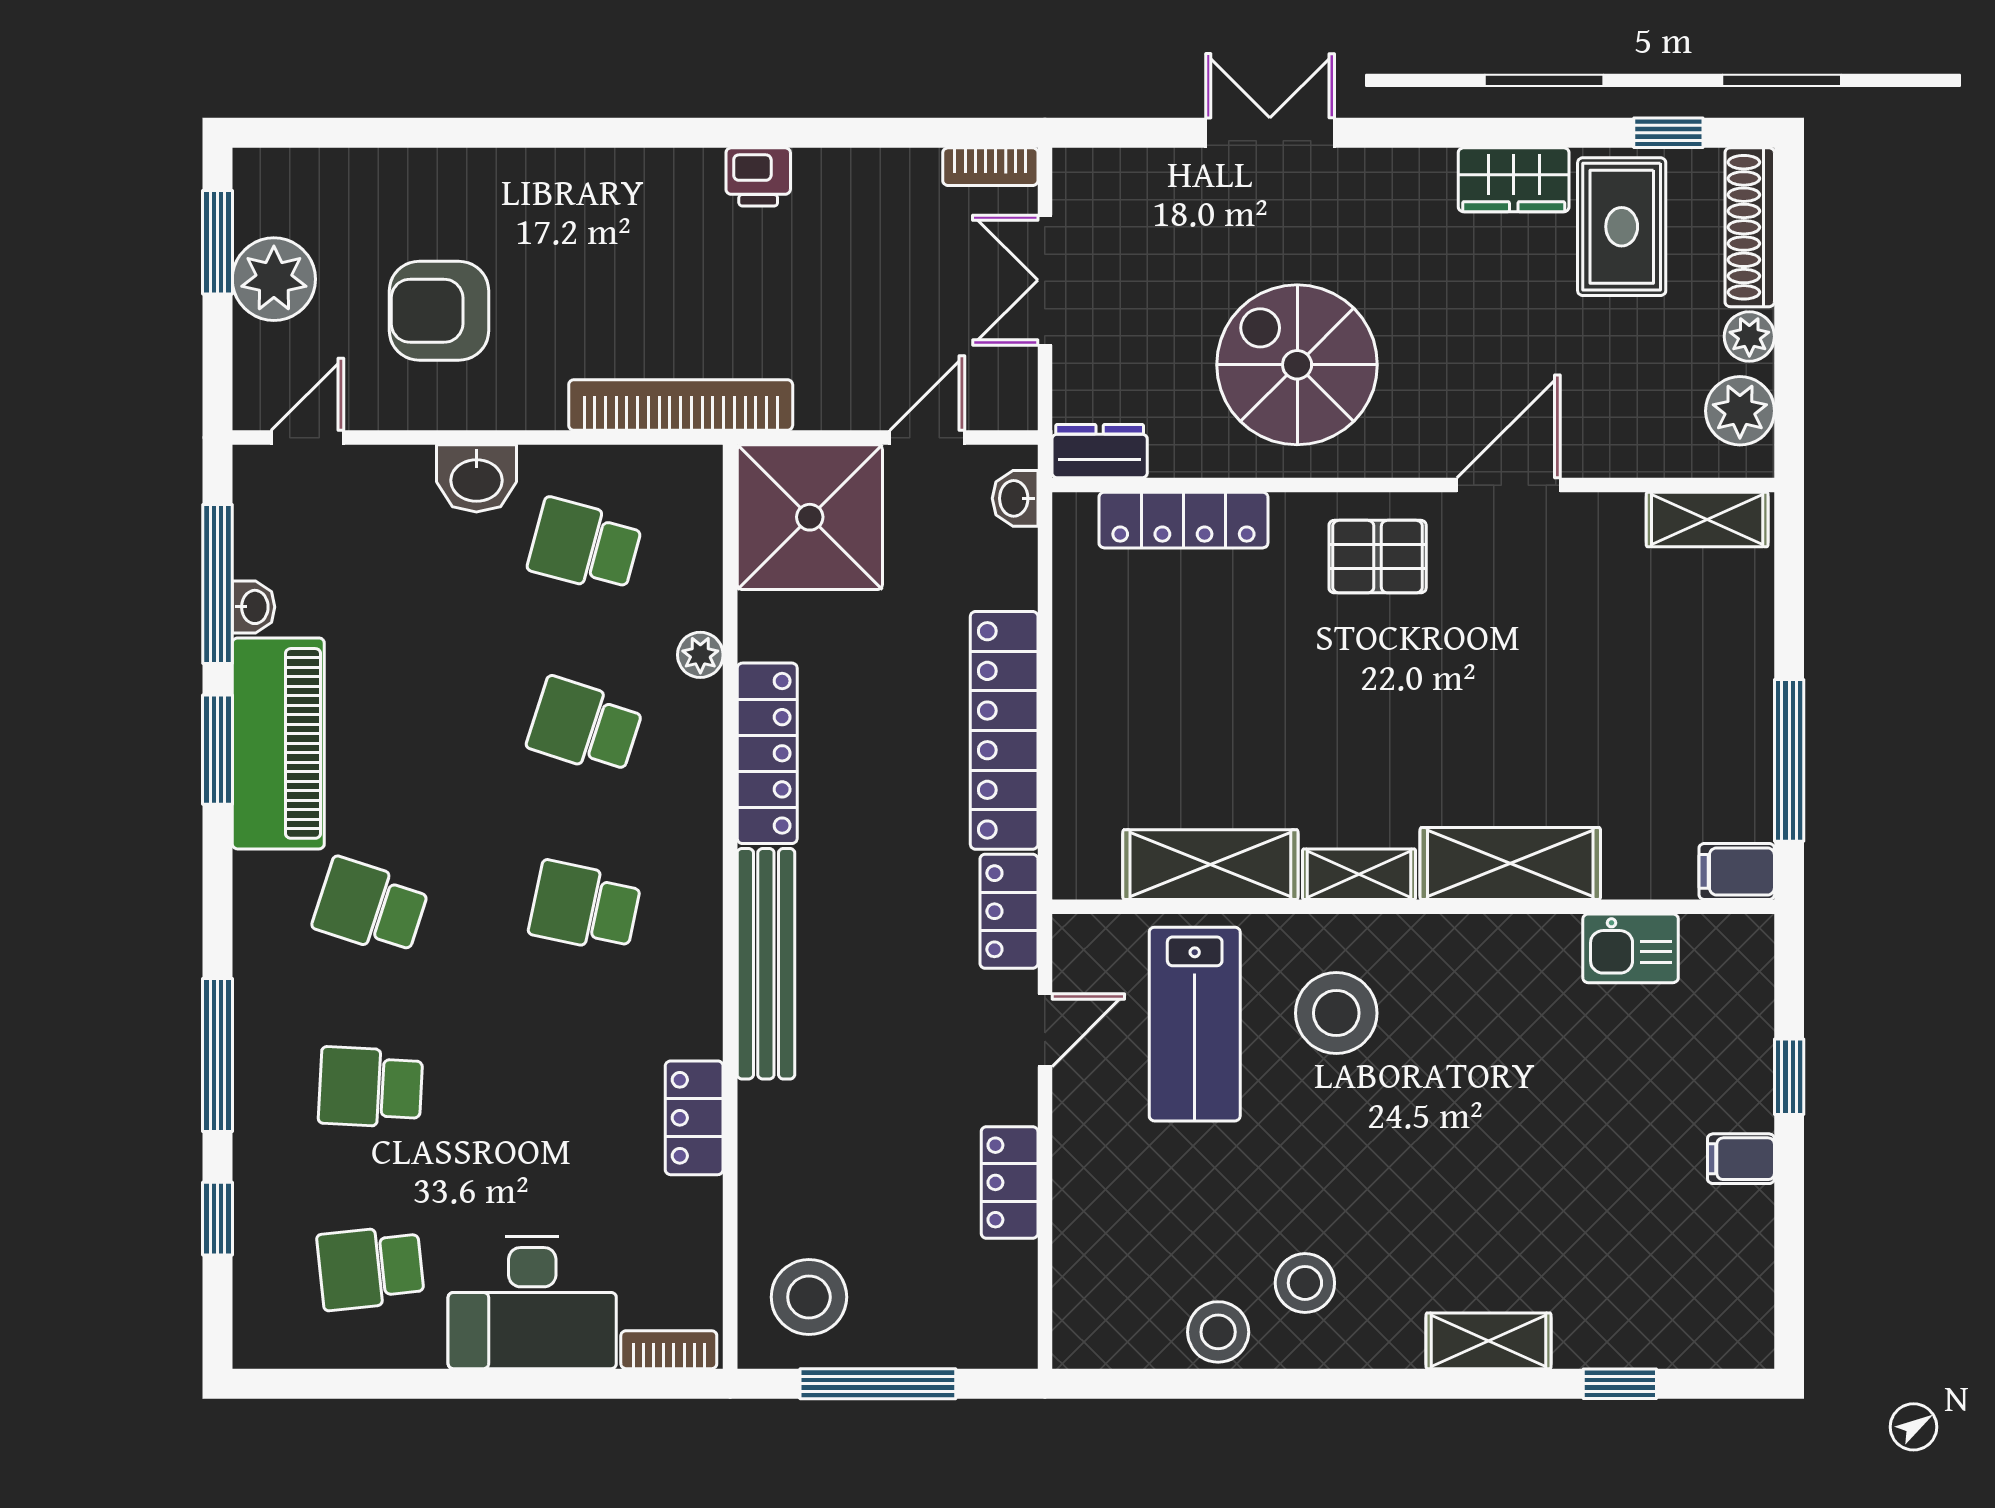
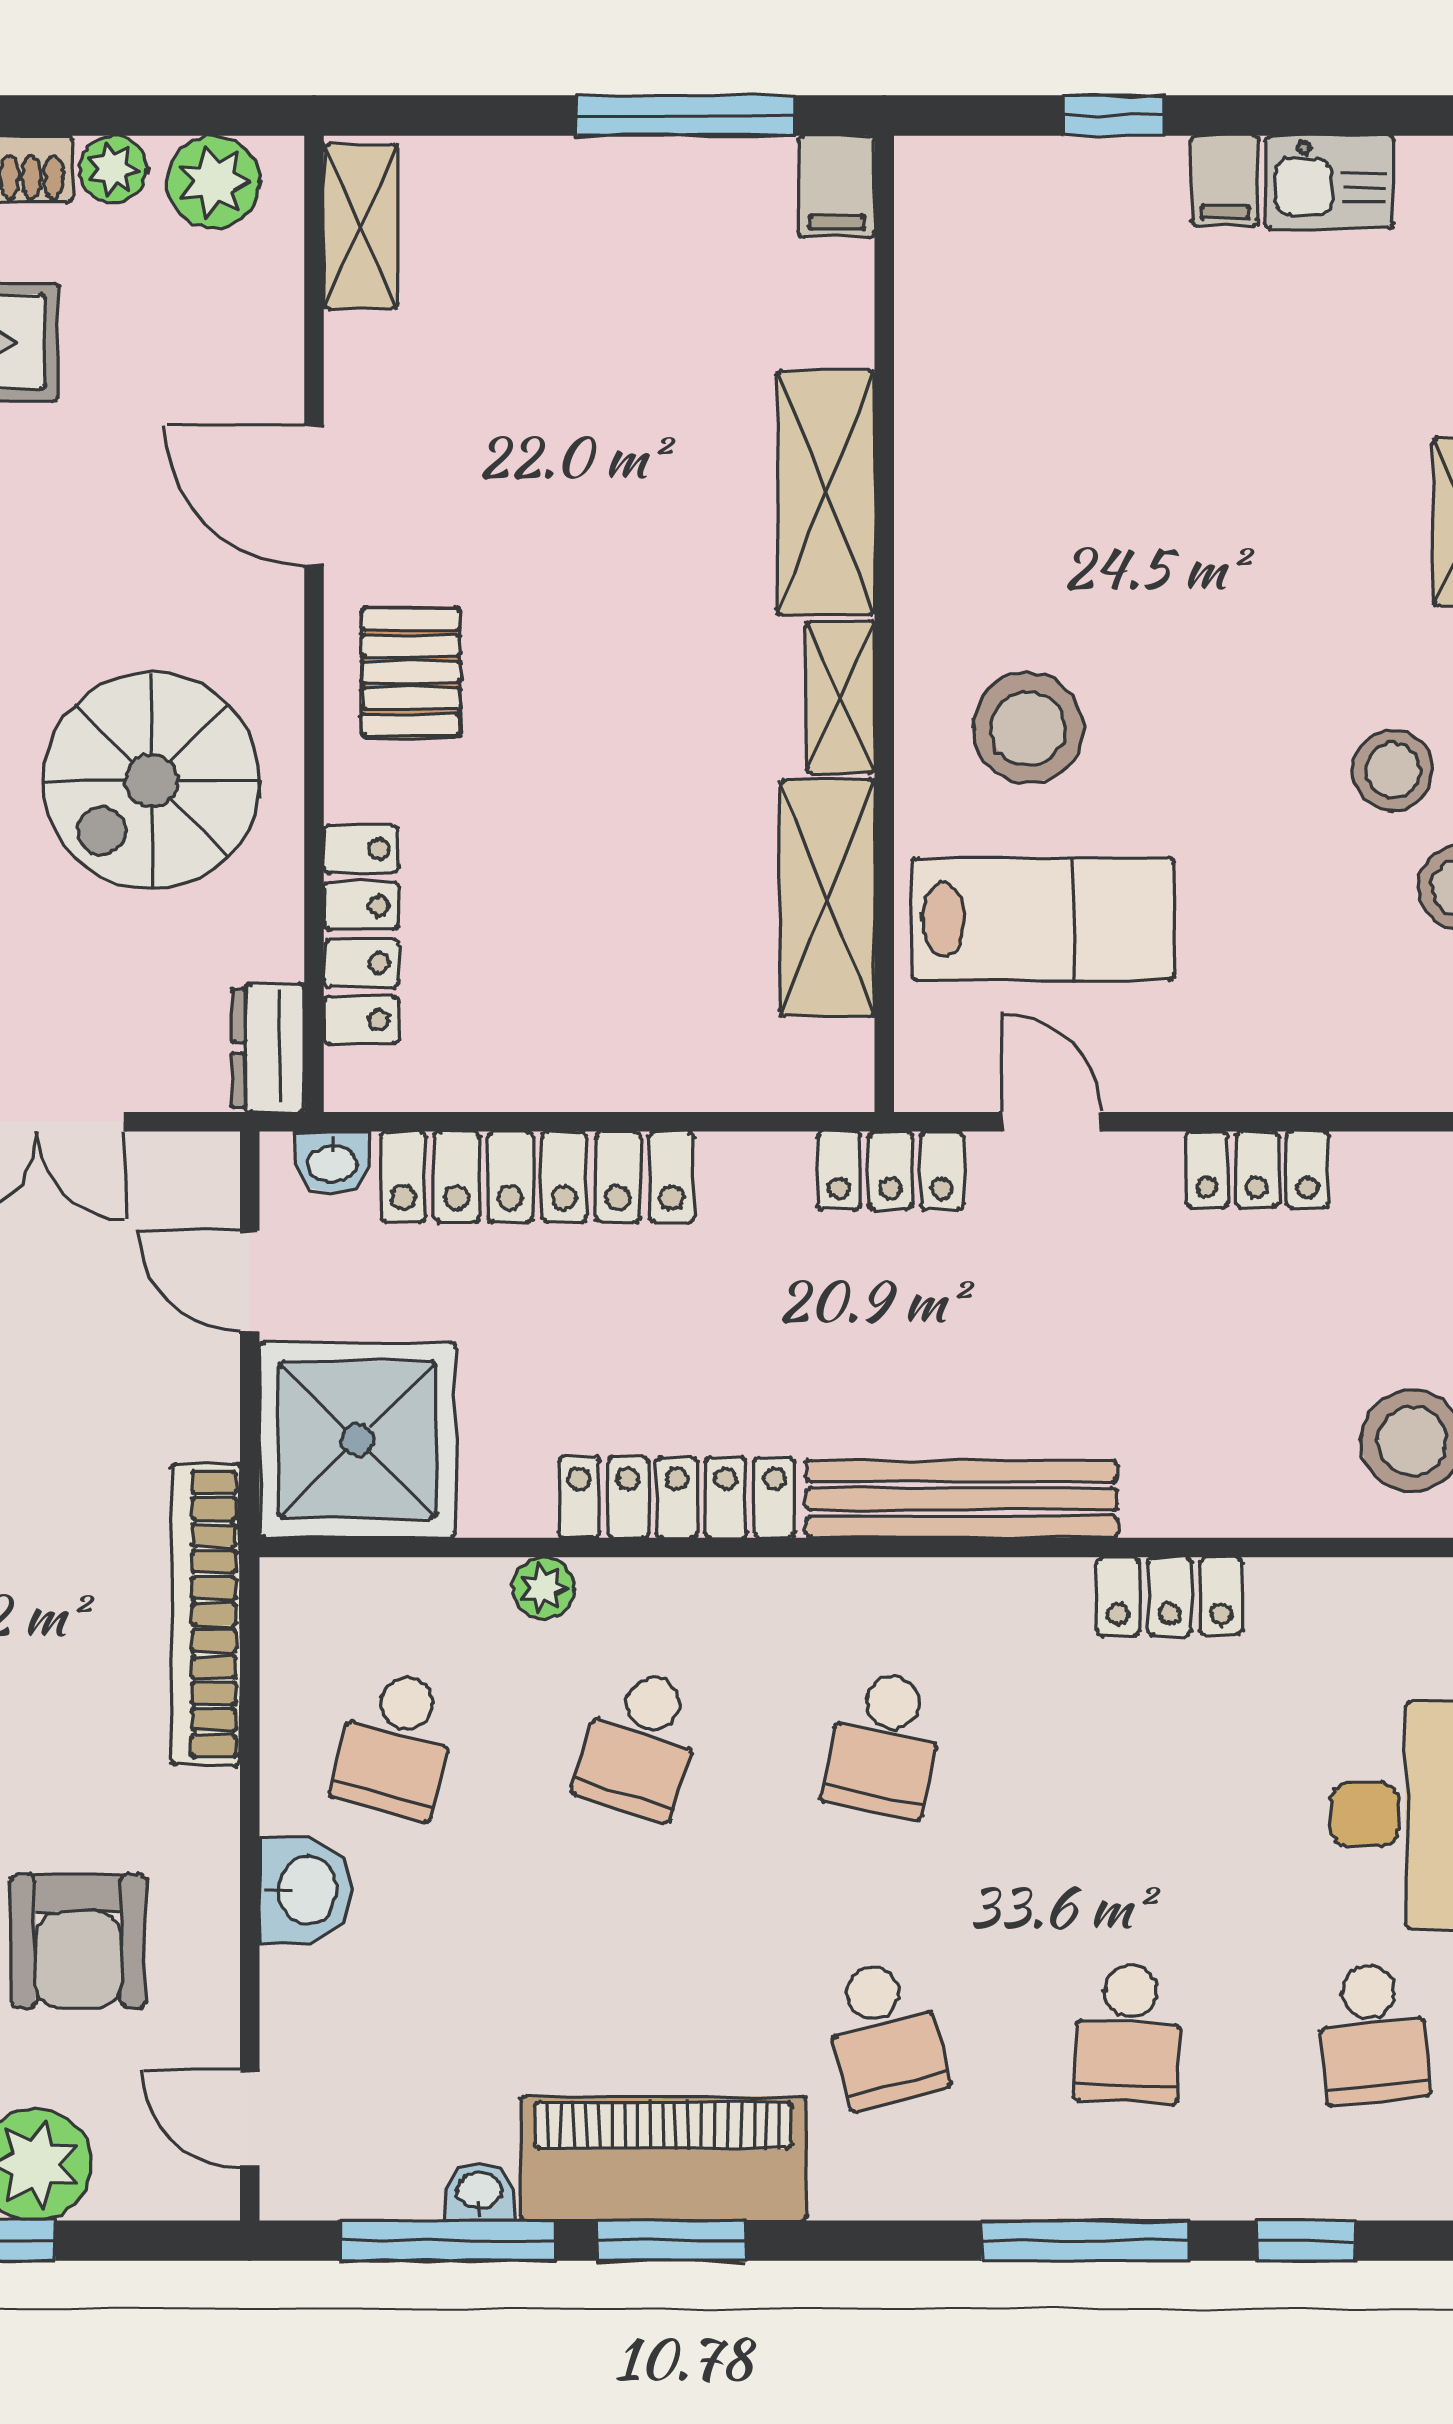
locker: (1004, 730) -> (537, 1177), moved
school desk: (371, 907) -> (884, 2034), turned -33
kitchen sink: (1631, 948) -> (1330, 182), moved, turned 90

